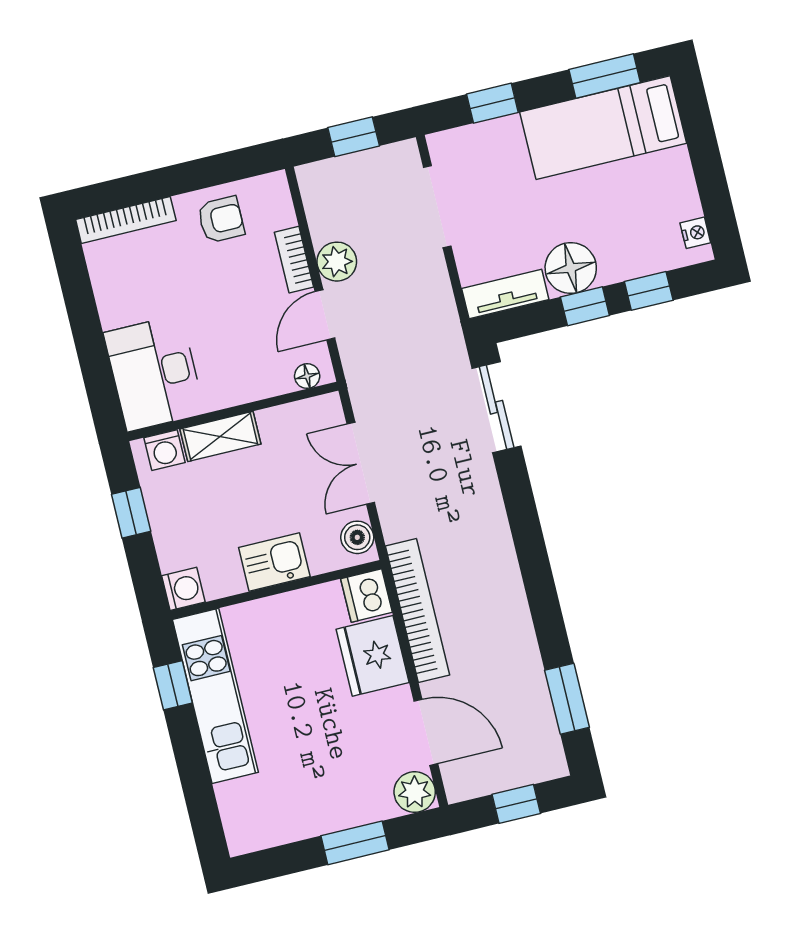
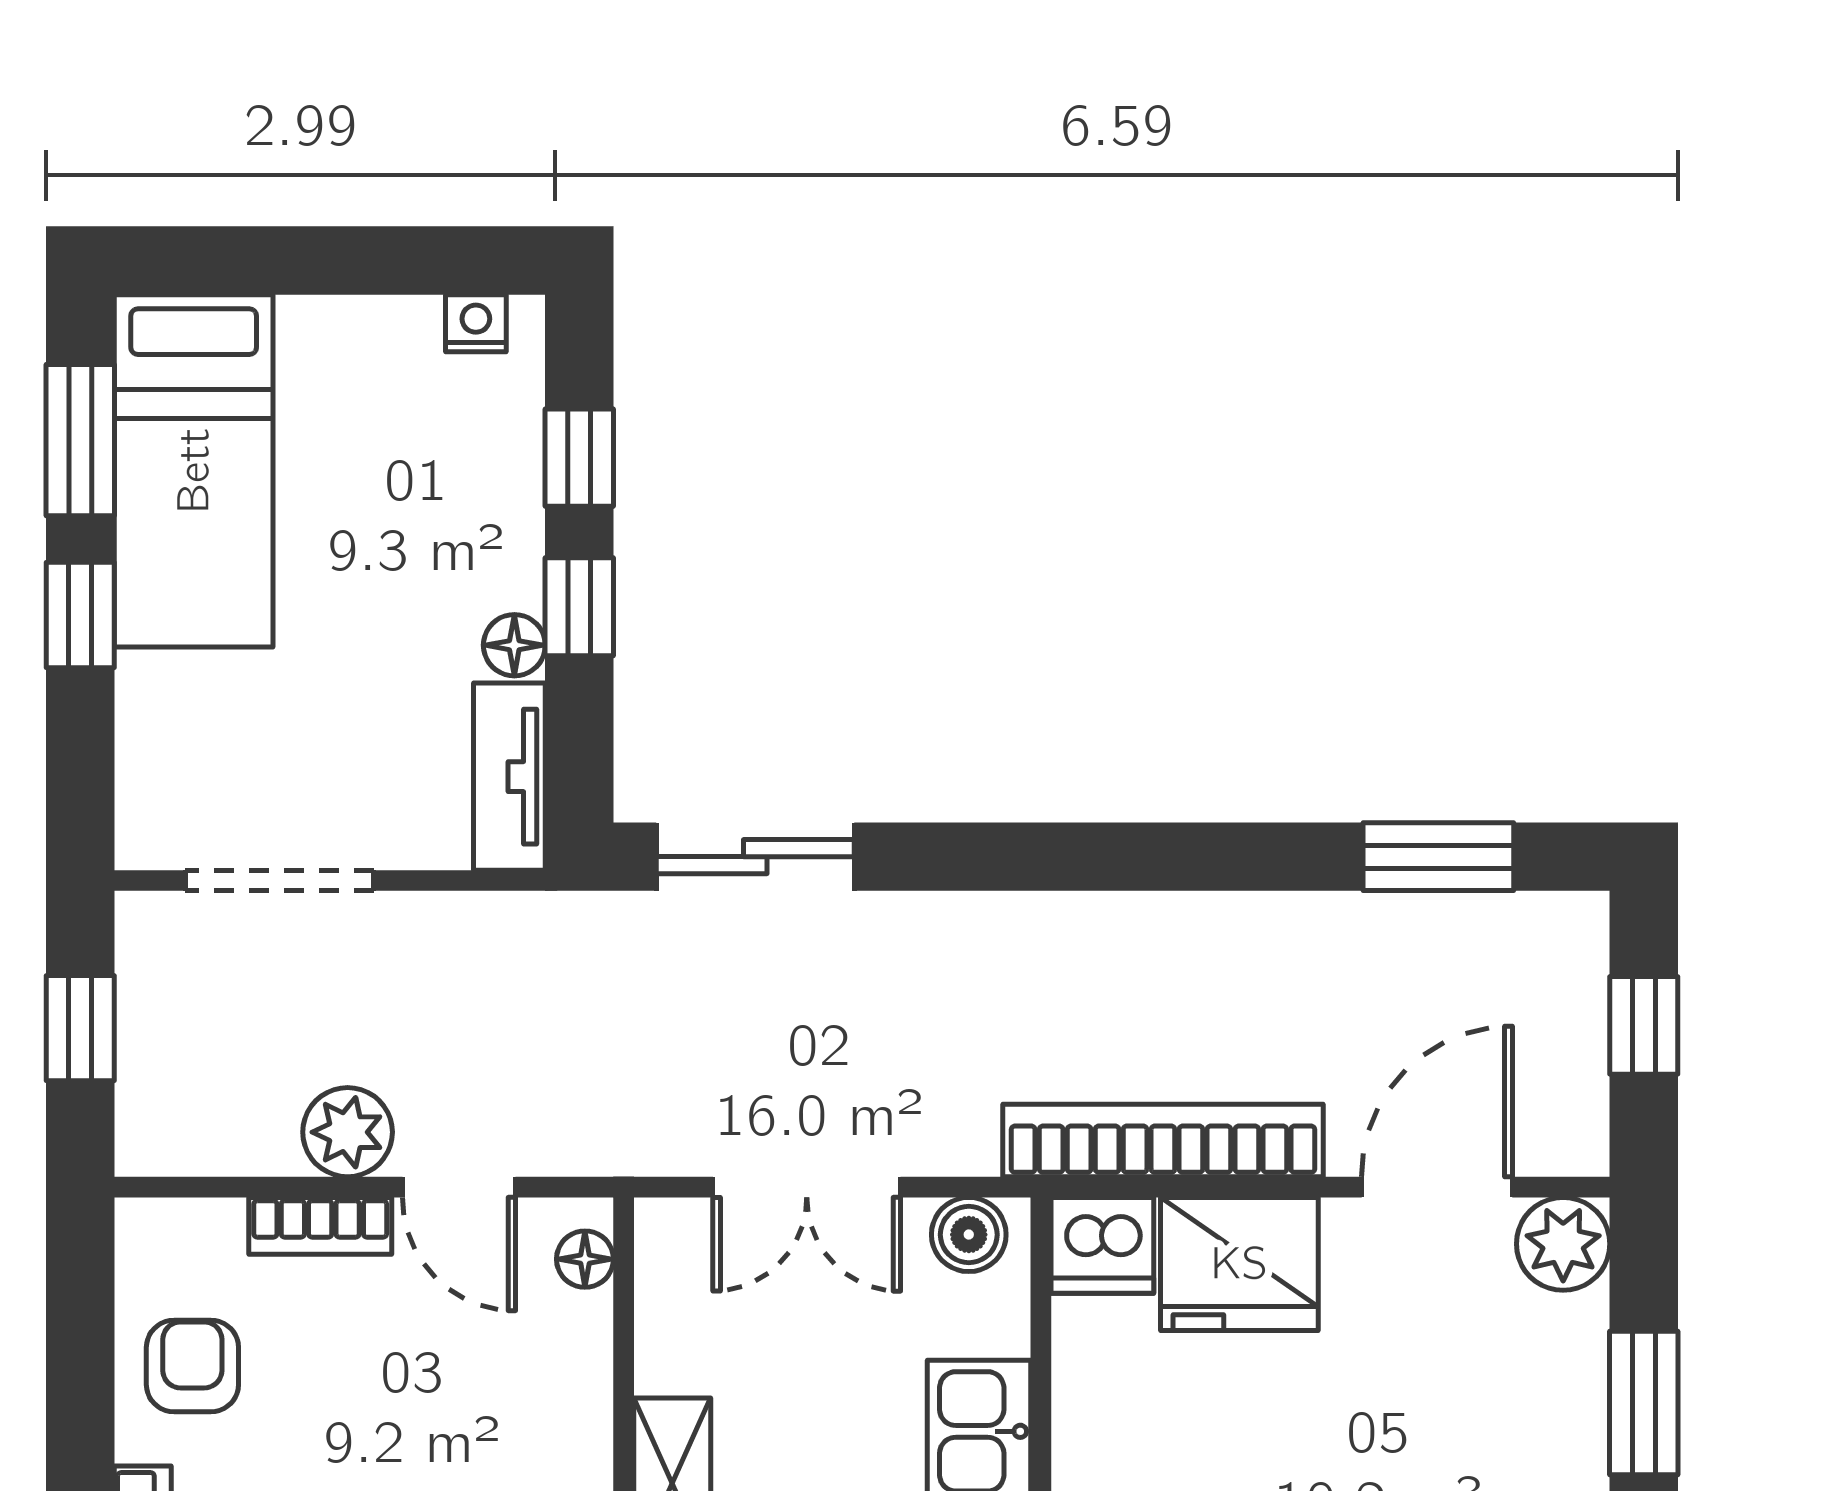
window: (492, 103) -> (80, 615), moved
floor lamp: (571, 268) -> (514, 645), width x0.53, depth x0.53

